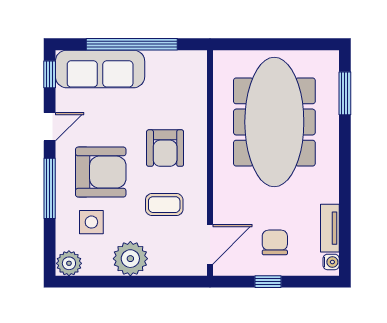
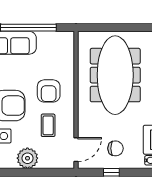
coffee table: (164, 205) -> (48, 125), turned 90
chair: (275, 242) -> (115, 148), turned 90

